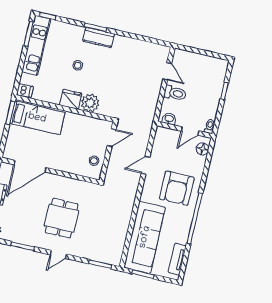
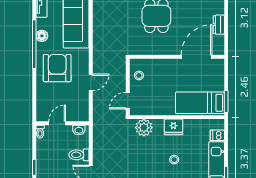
dishwasher: (25, 91) -> (217, 135), moved
plant: (90, 103) -> (144, 128), moved
floor lamp: (203, 149) -> (42, 36), moved

